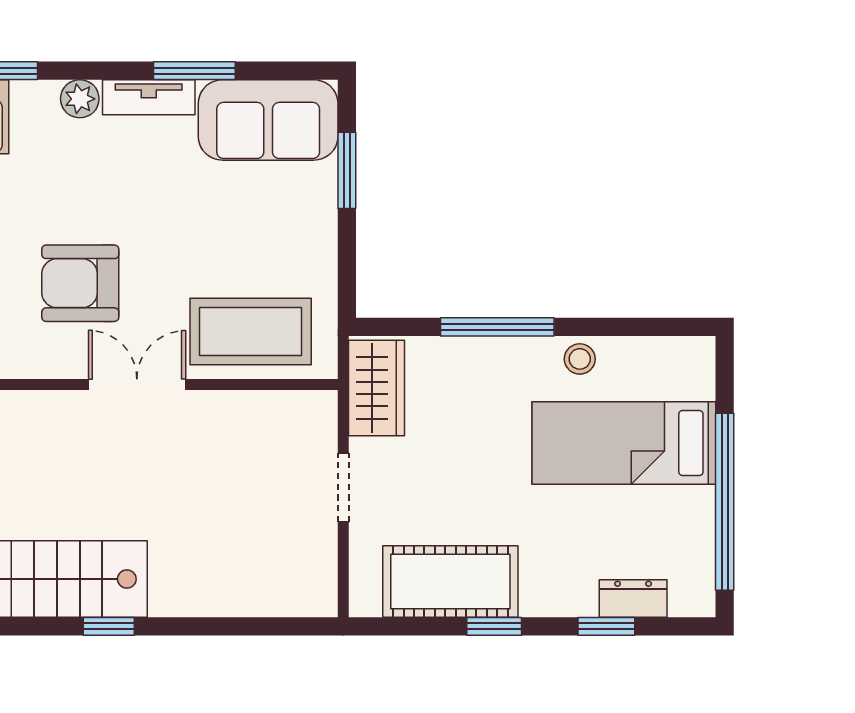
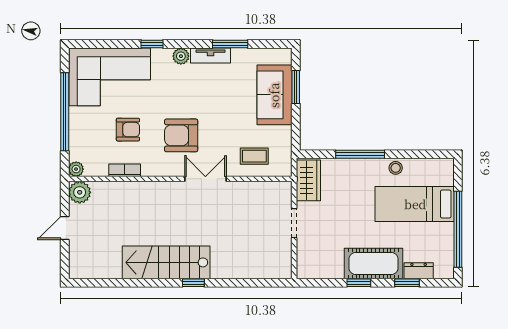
sofa: (268, 120) -> (274, 95), moved, turned 90
coffee table: (251, 332) -> (254, 156), width x0.54, depth x0.58
cot: (450, 582) -> (374, 264), moved

